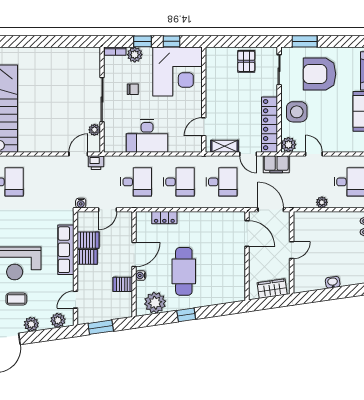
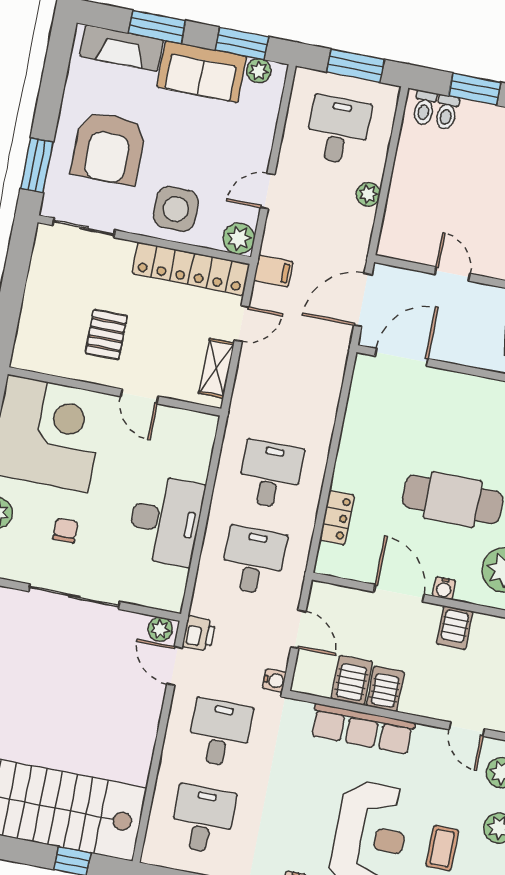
pallet: (246, 61) -> (106, 334), moved, turned 90
door: (204, 127) -> (140, 396), moved
plant: (94, 130) -> (160, 629), moved
filing cabinet: (276, 164) -> (273, 271), width x0.50
desk: (221, 182) -> (220, 733), moved

